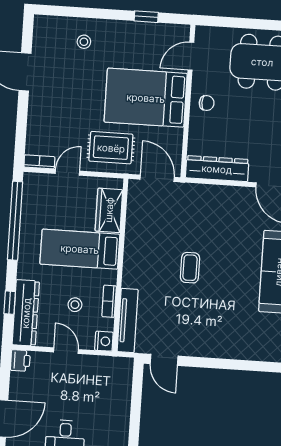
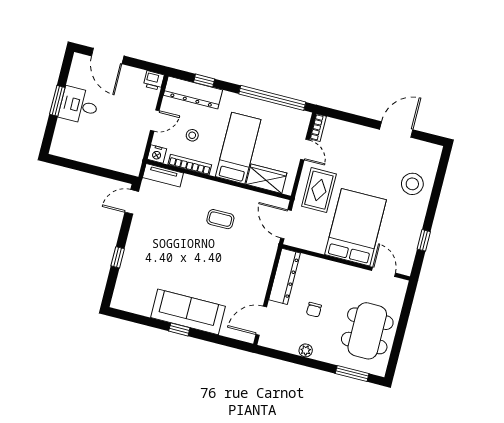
stool: (84, 42) -> (412, 184), width x1.89, depth x1.89
chair: (207, 103) -> (314, 310), moved
door: (157, 178) -> (286, 224), swing flipped
coffee table: (190, 268) -> (220, 219), moved
bookcase: (109, 301) -> (190, 165), width x1.56
tv unit: (128, 321) -> (163, 175), width x0.71
window: (231, 364) -> (118, 257), added

